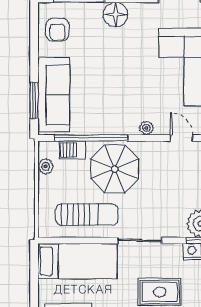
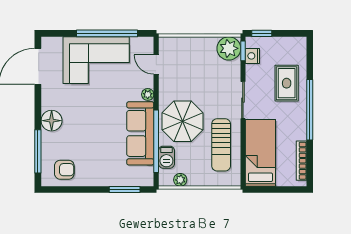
sofa: (54, 95) -> (140, 133), moved, turned -90
door: (182, 138) -> (156, 65), hinge flipped
sun lounger: (87, 215) -> (221, 145), turned 180

